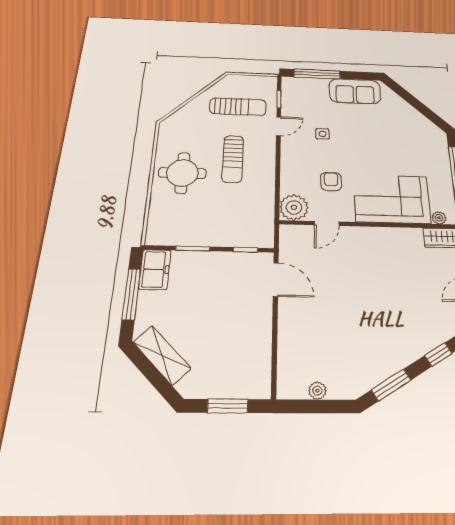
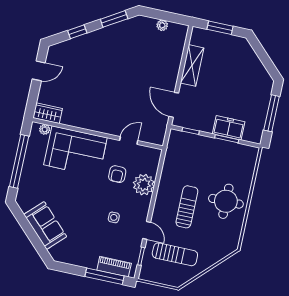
piano: (309, 85) -> (114, 267), added
sofa: (355, 91) -> (45, 226), moved, turned 45
sun lounger: (238, 107) -> (175, 254), turned 180
door: (279, 126) -> (147, 230), swing flipped
plant: (294, 207) -> (144, 185), moved
freezer: (155, 269) -> (229, 128), moved, turned 90
shelving: (162, 355) -> (192, 65), moved, turned 45

